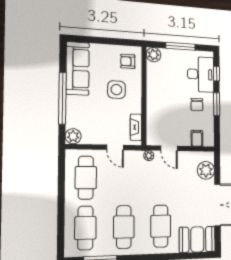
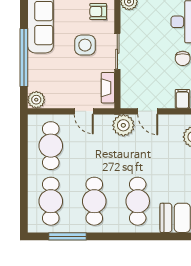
sliding door: (144, 96) -> (117, 51), added
plant: (149, 156) -> (123, 125), width x1.87, depth x1.87

